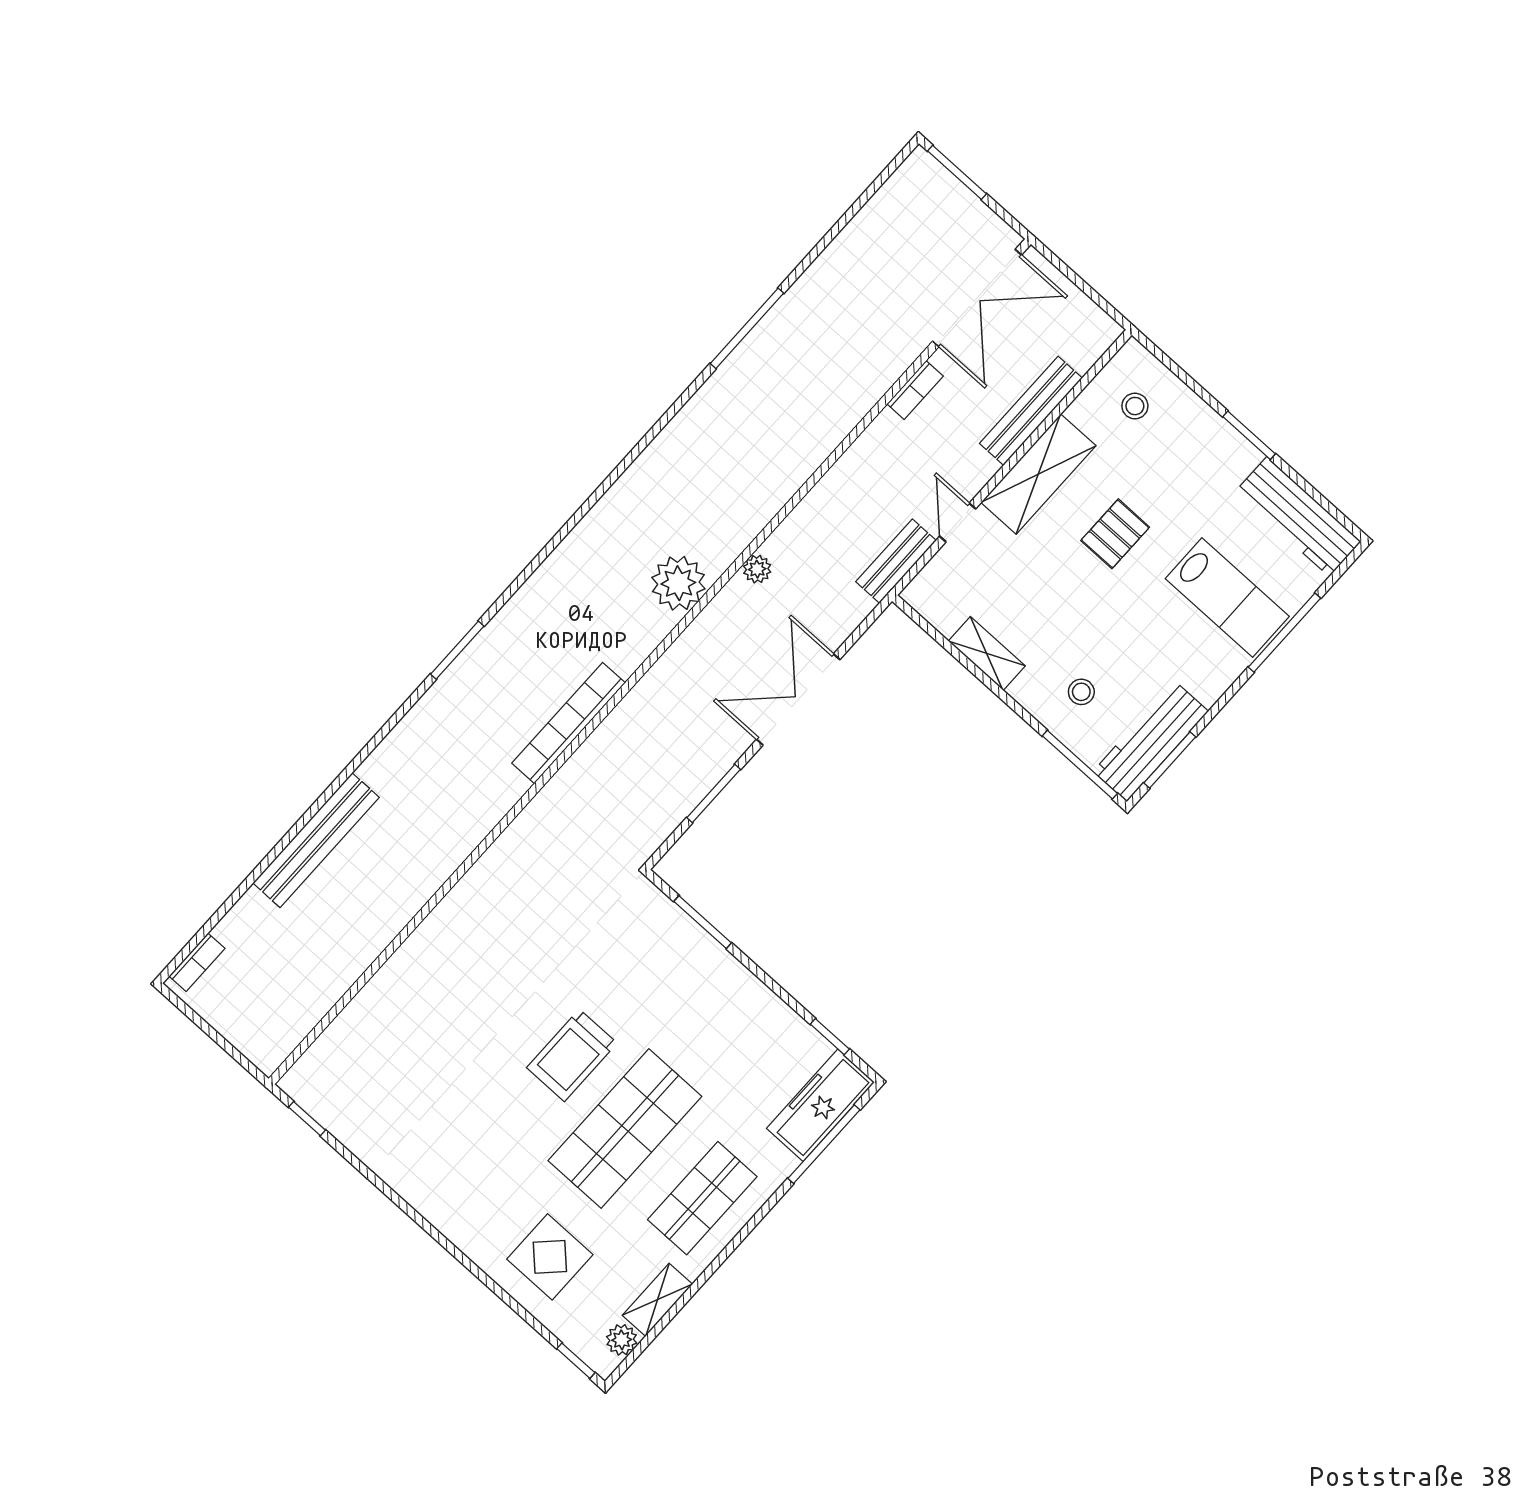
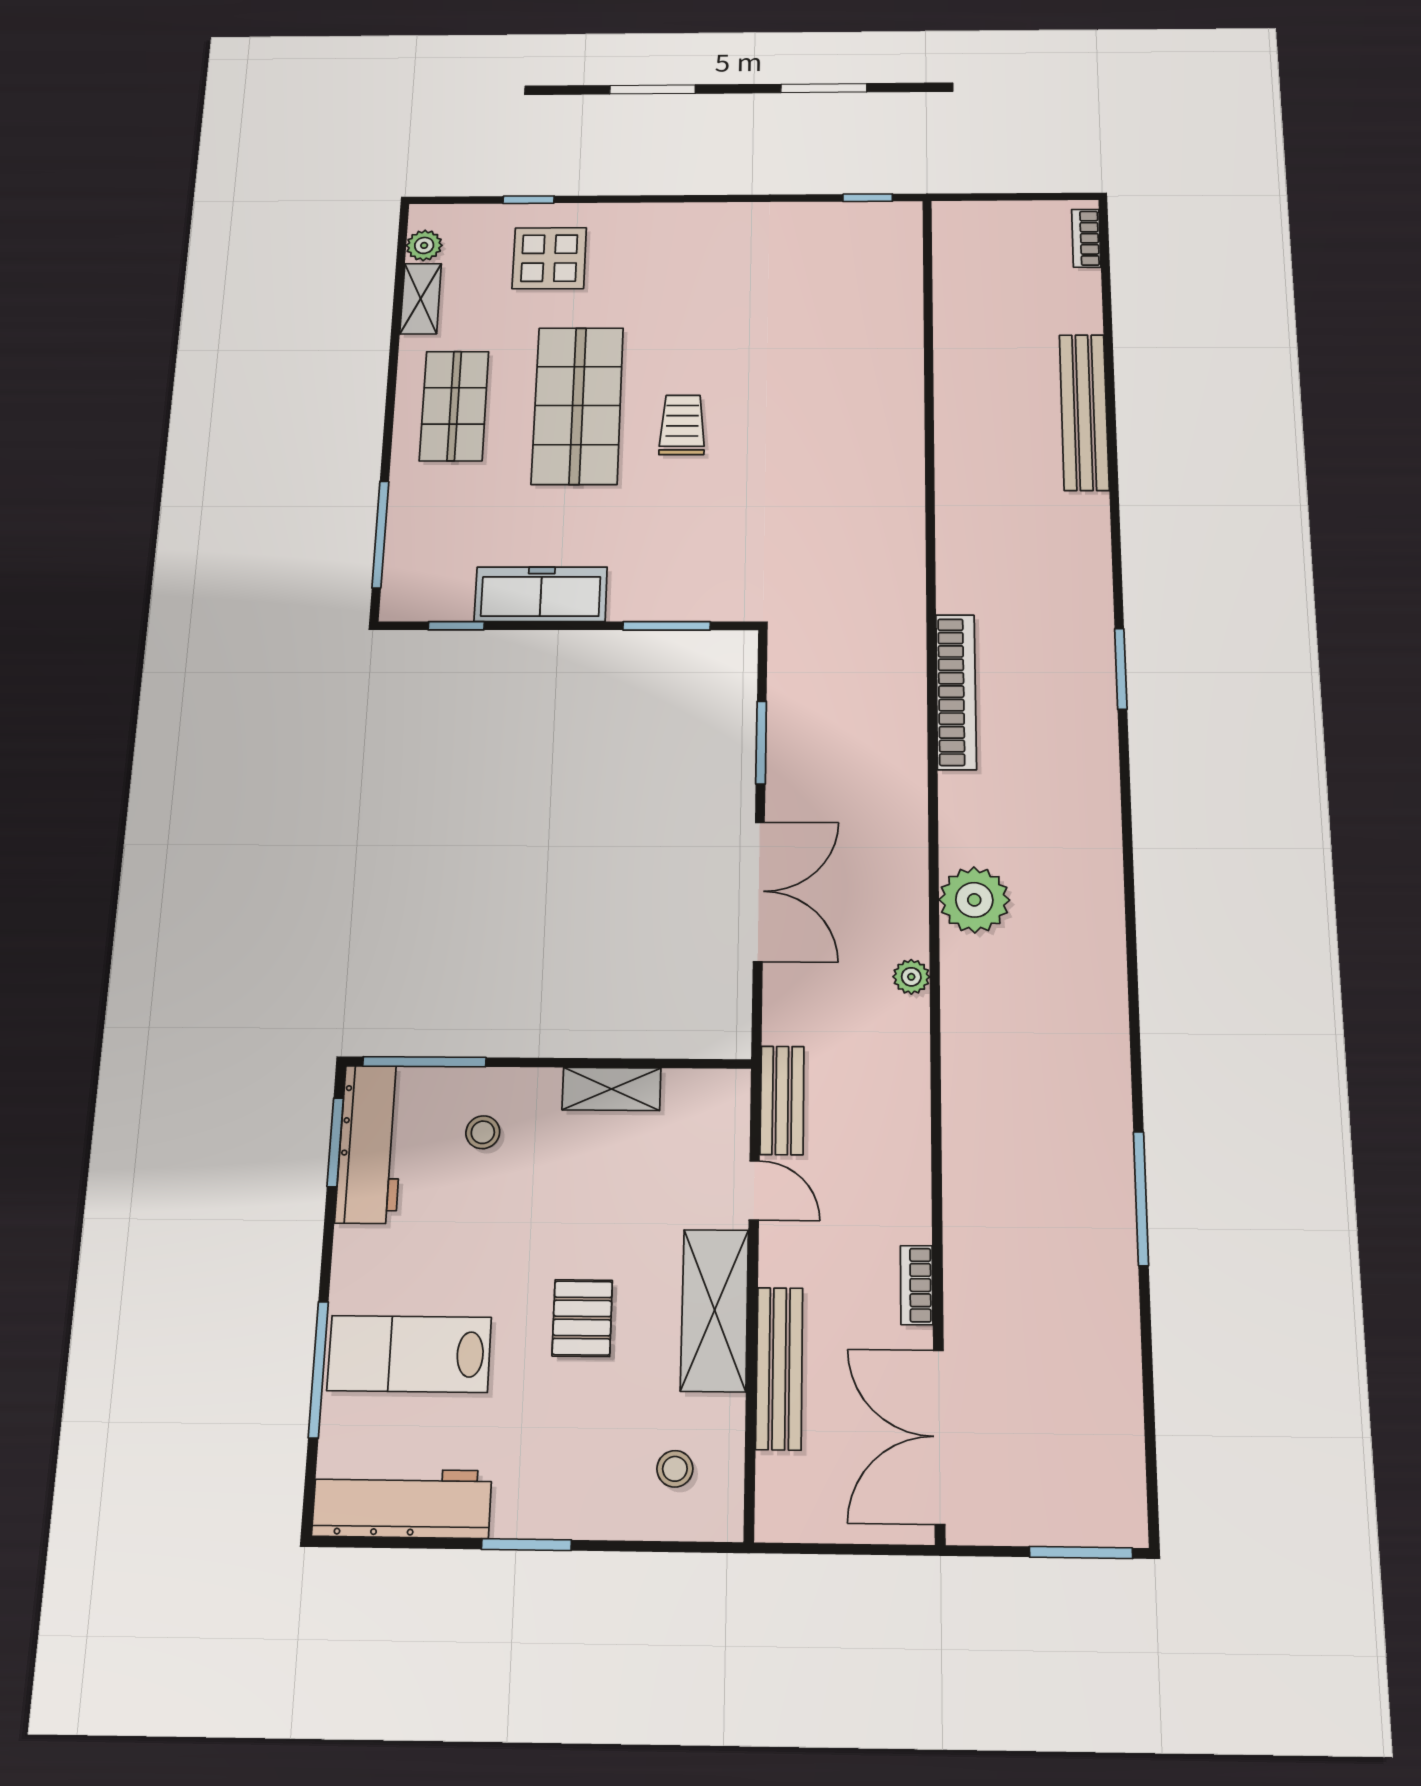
trolley: (572, 1055) -> (682, 425), width x0.73, depth x0.72
freezer: (820, 1105) -> (541, 594), moved, turned -90
window: (576, 1361) -> (529, 200), moved

